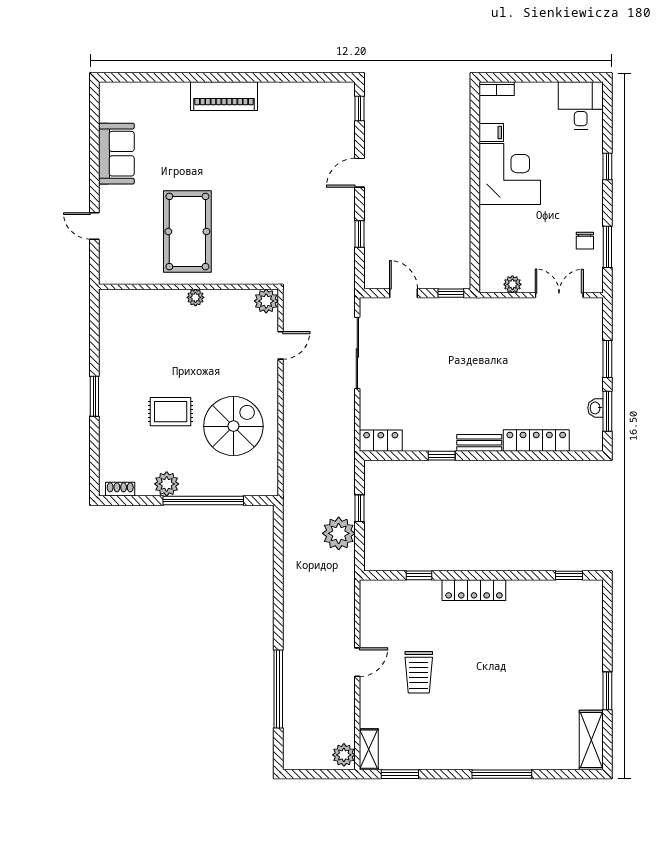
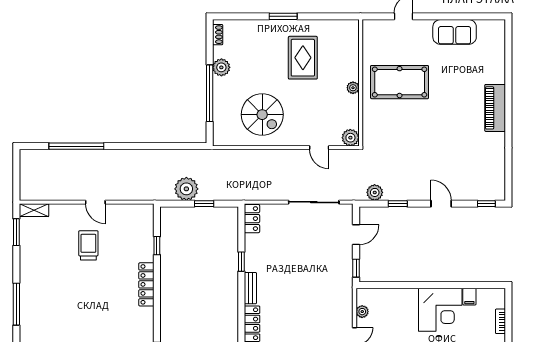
bookcase: (497, 89) -> (500, 321), moved
rug: (171, 412) -> (303, 58), moved, width x1.36, depth x1.43
trolley: (419, 672) -> (88, 245), turned 90
plant: (344, 755) -> (375, 192), moved

